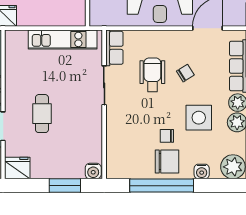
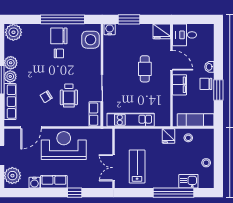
side table: (199, 118) -> (90, 40), moved
water cooler: (202, 171) -> (35, 29), removed

